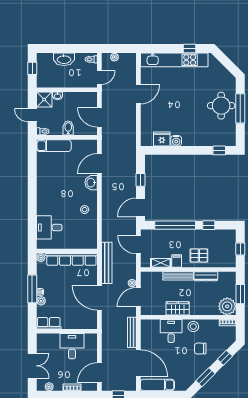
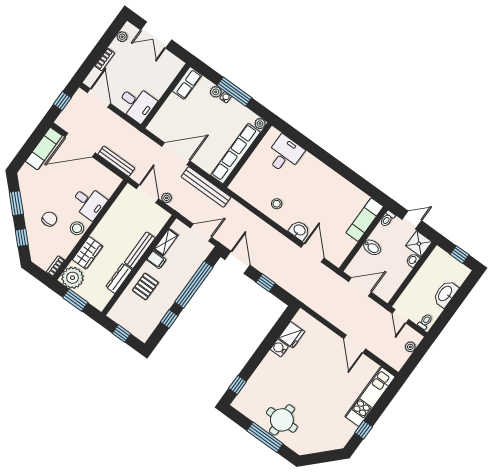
kitchen unit: (174, 60) -> (370, 397), width x0.73
wardrobe: (178, 308) -> (87, 253), moved
desk: (72, 346) -> (137, 104), moved

